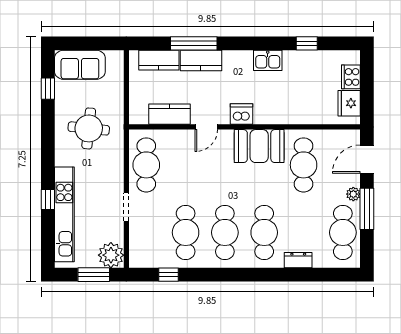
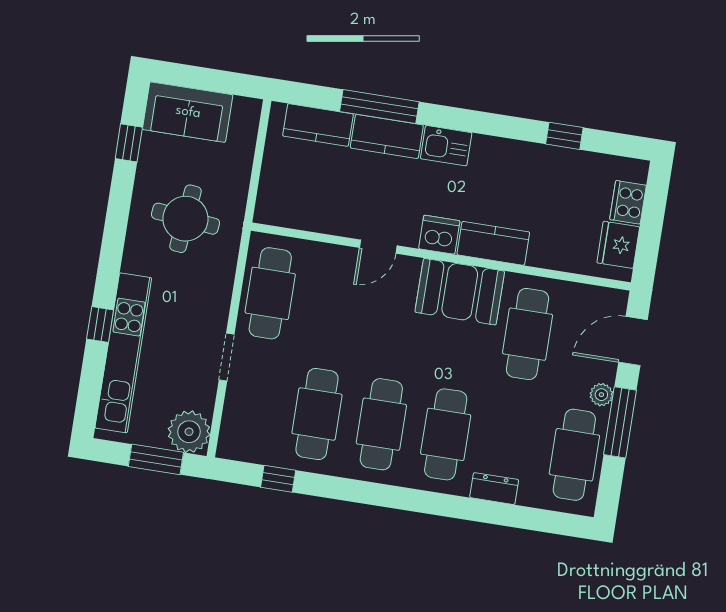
kitchen sink: (268, 60) -> (446, 146), moved
kitchen counter: (169, 114) -> (493, 243), moved

